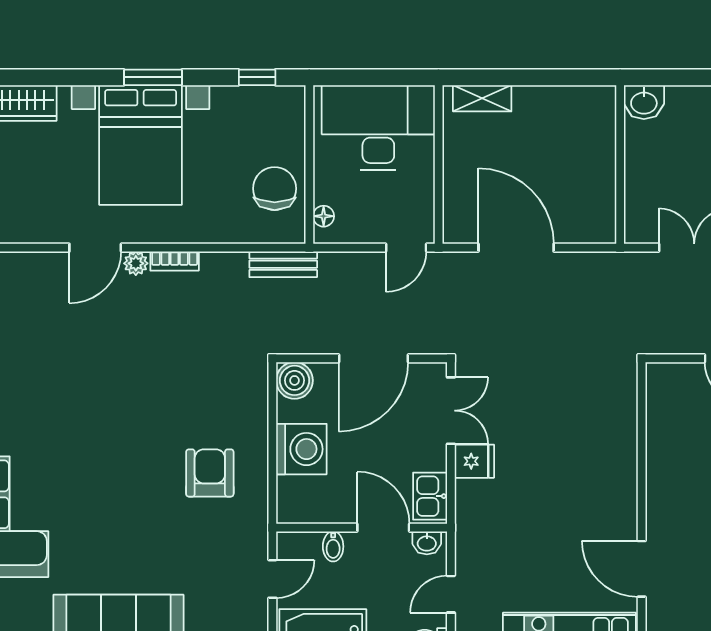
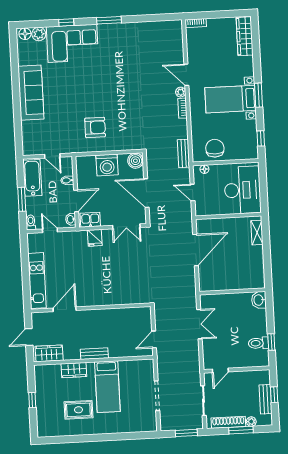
bed with nightstands: (141, 145) -> (230, 99), width x0.73
chair: (275, 189) -> (215, 148), turned -90
door: (406, 248) -> (193, 193), moved
fridge: (474, 461) -> (95, 238), moved

